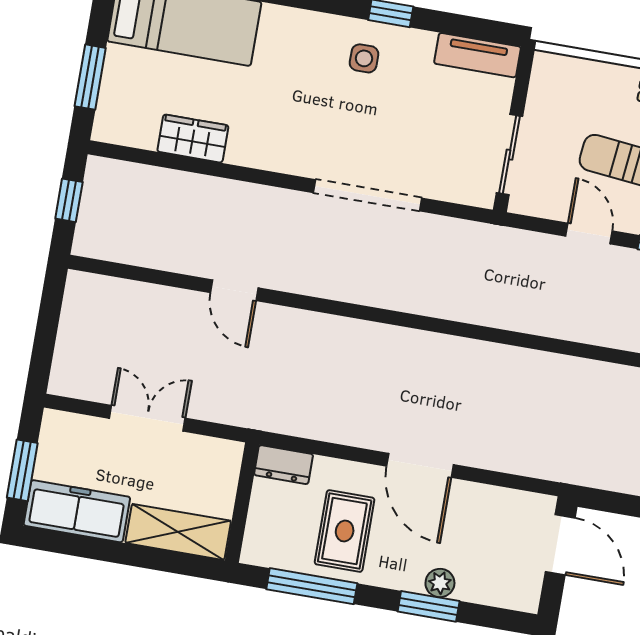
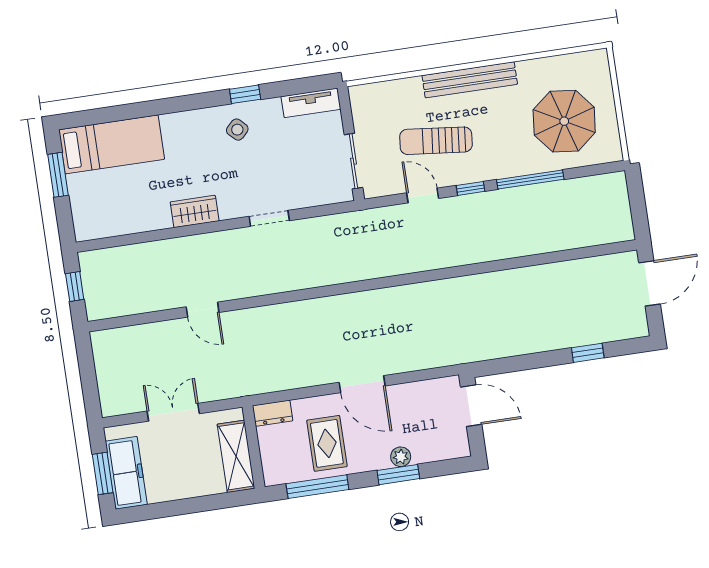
side table: (364, 58) -> (237, 130), turned 45
window: (90, 77) -> (58, 175), moved
wardrobe: (193, 139) -> (195, 211), moved
doorway: (367, 195) -> (269, 218), width x0.53
freezer: (77, 511) -> (126, 473), moved, turned 90
shelving: (178, 532) -> (236, 456), moved, turned 90

